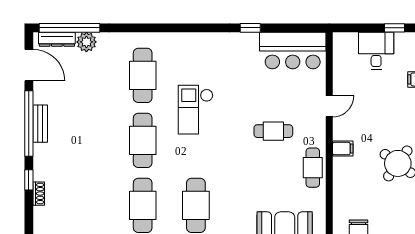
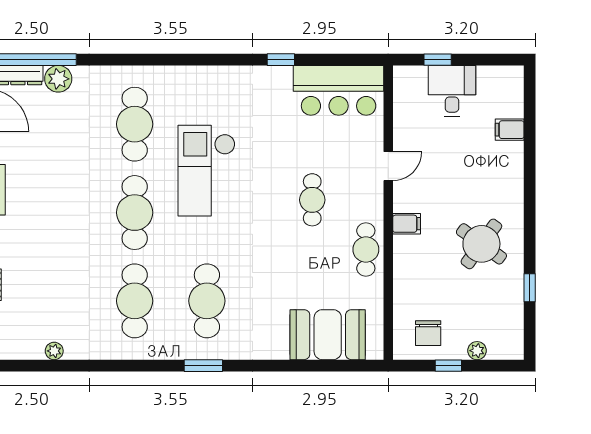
window: (395, 28) -> (438, 60), moved
checkout: (196, 110) -> (207, 171), width x1.36, depth x1.21
cafe table: (273, 131) -> (312, 200), turned 90

